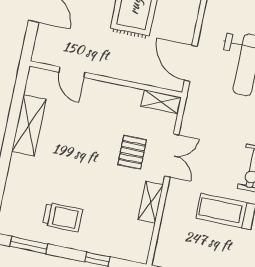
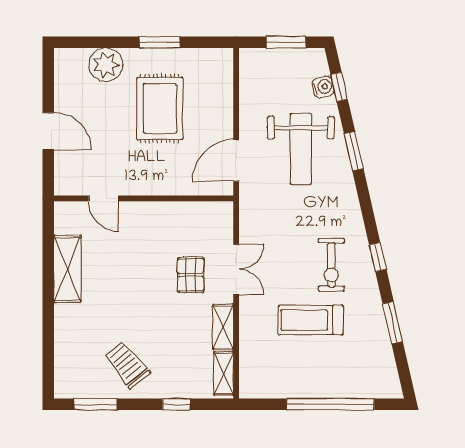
door: (191, 63) -> (236, 161), hinge flipped
shelving: (161, 102) -> (224, 373), moved, turned 90
trolley: (63, 217) -> (127, 365), turned -129

